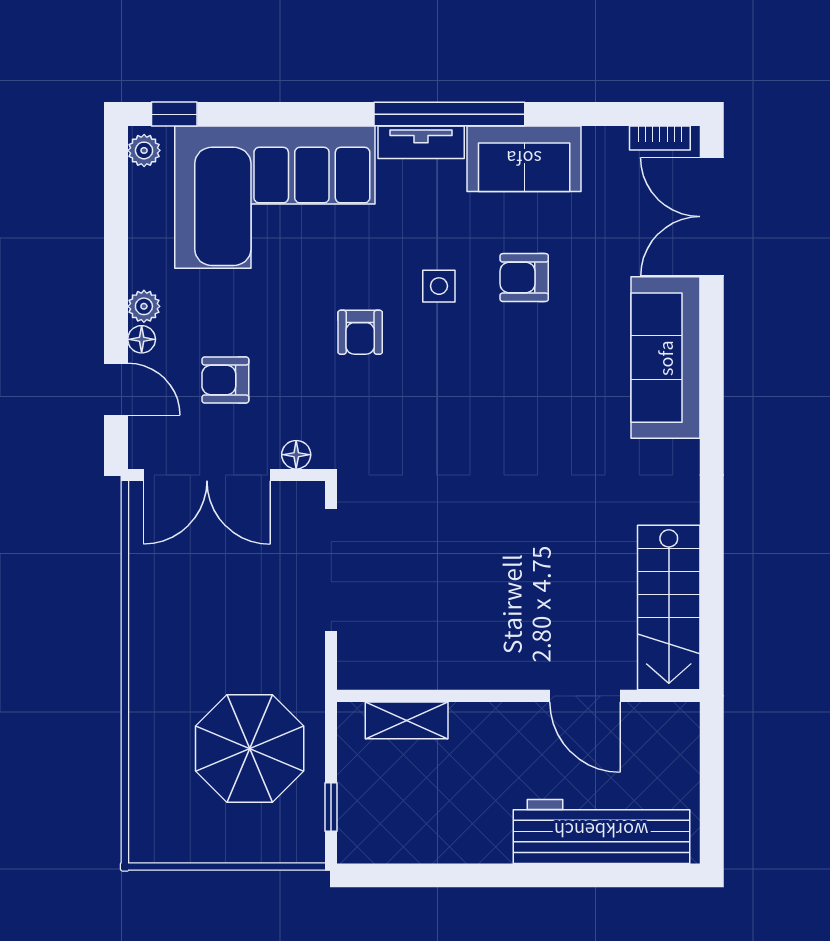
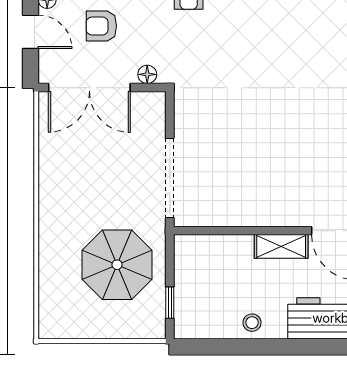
doorway: (331, 570) -> (170, 178), moved
shelving: (407, 720) -> (281, 246), moved
stool: (458, 838) -> (252, 323), added

